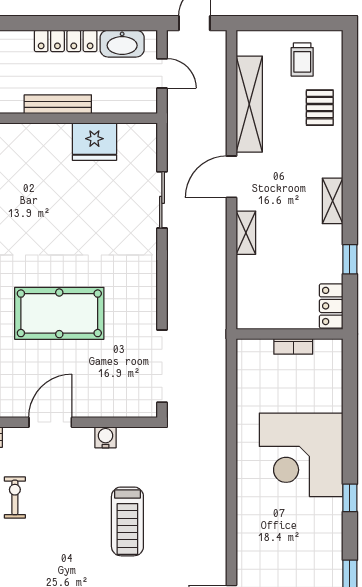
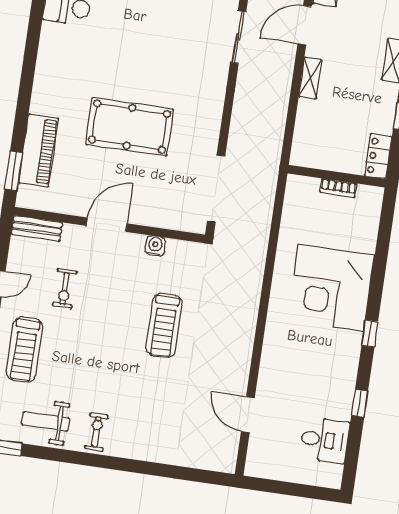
exercise bike: (15, 497) -> (65, 289), turned 180

